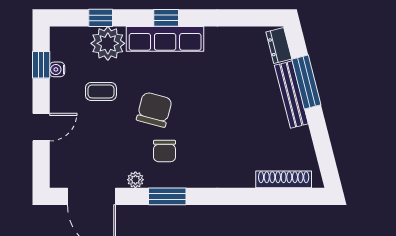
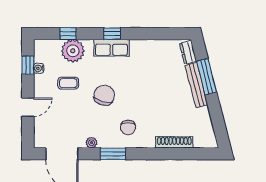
row of seats: (165, 39) -> (111, 48), width x0.68
chair: (165, 151) -> (128, 127), moved
shoe rack: (284, 179) -> (174, 142), moved

